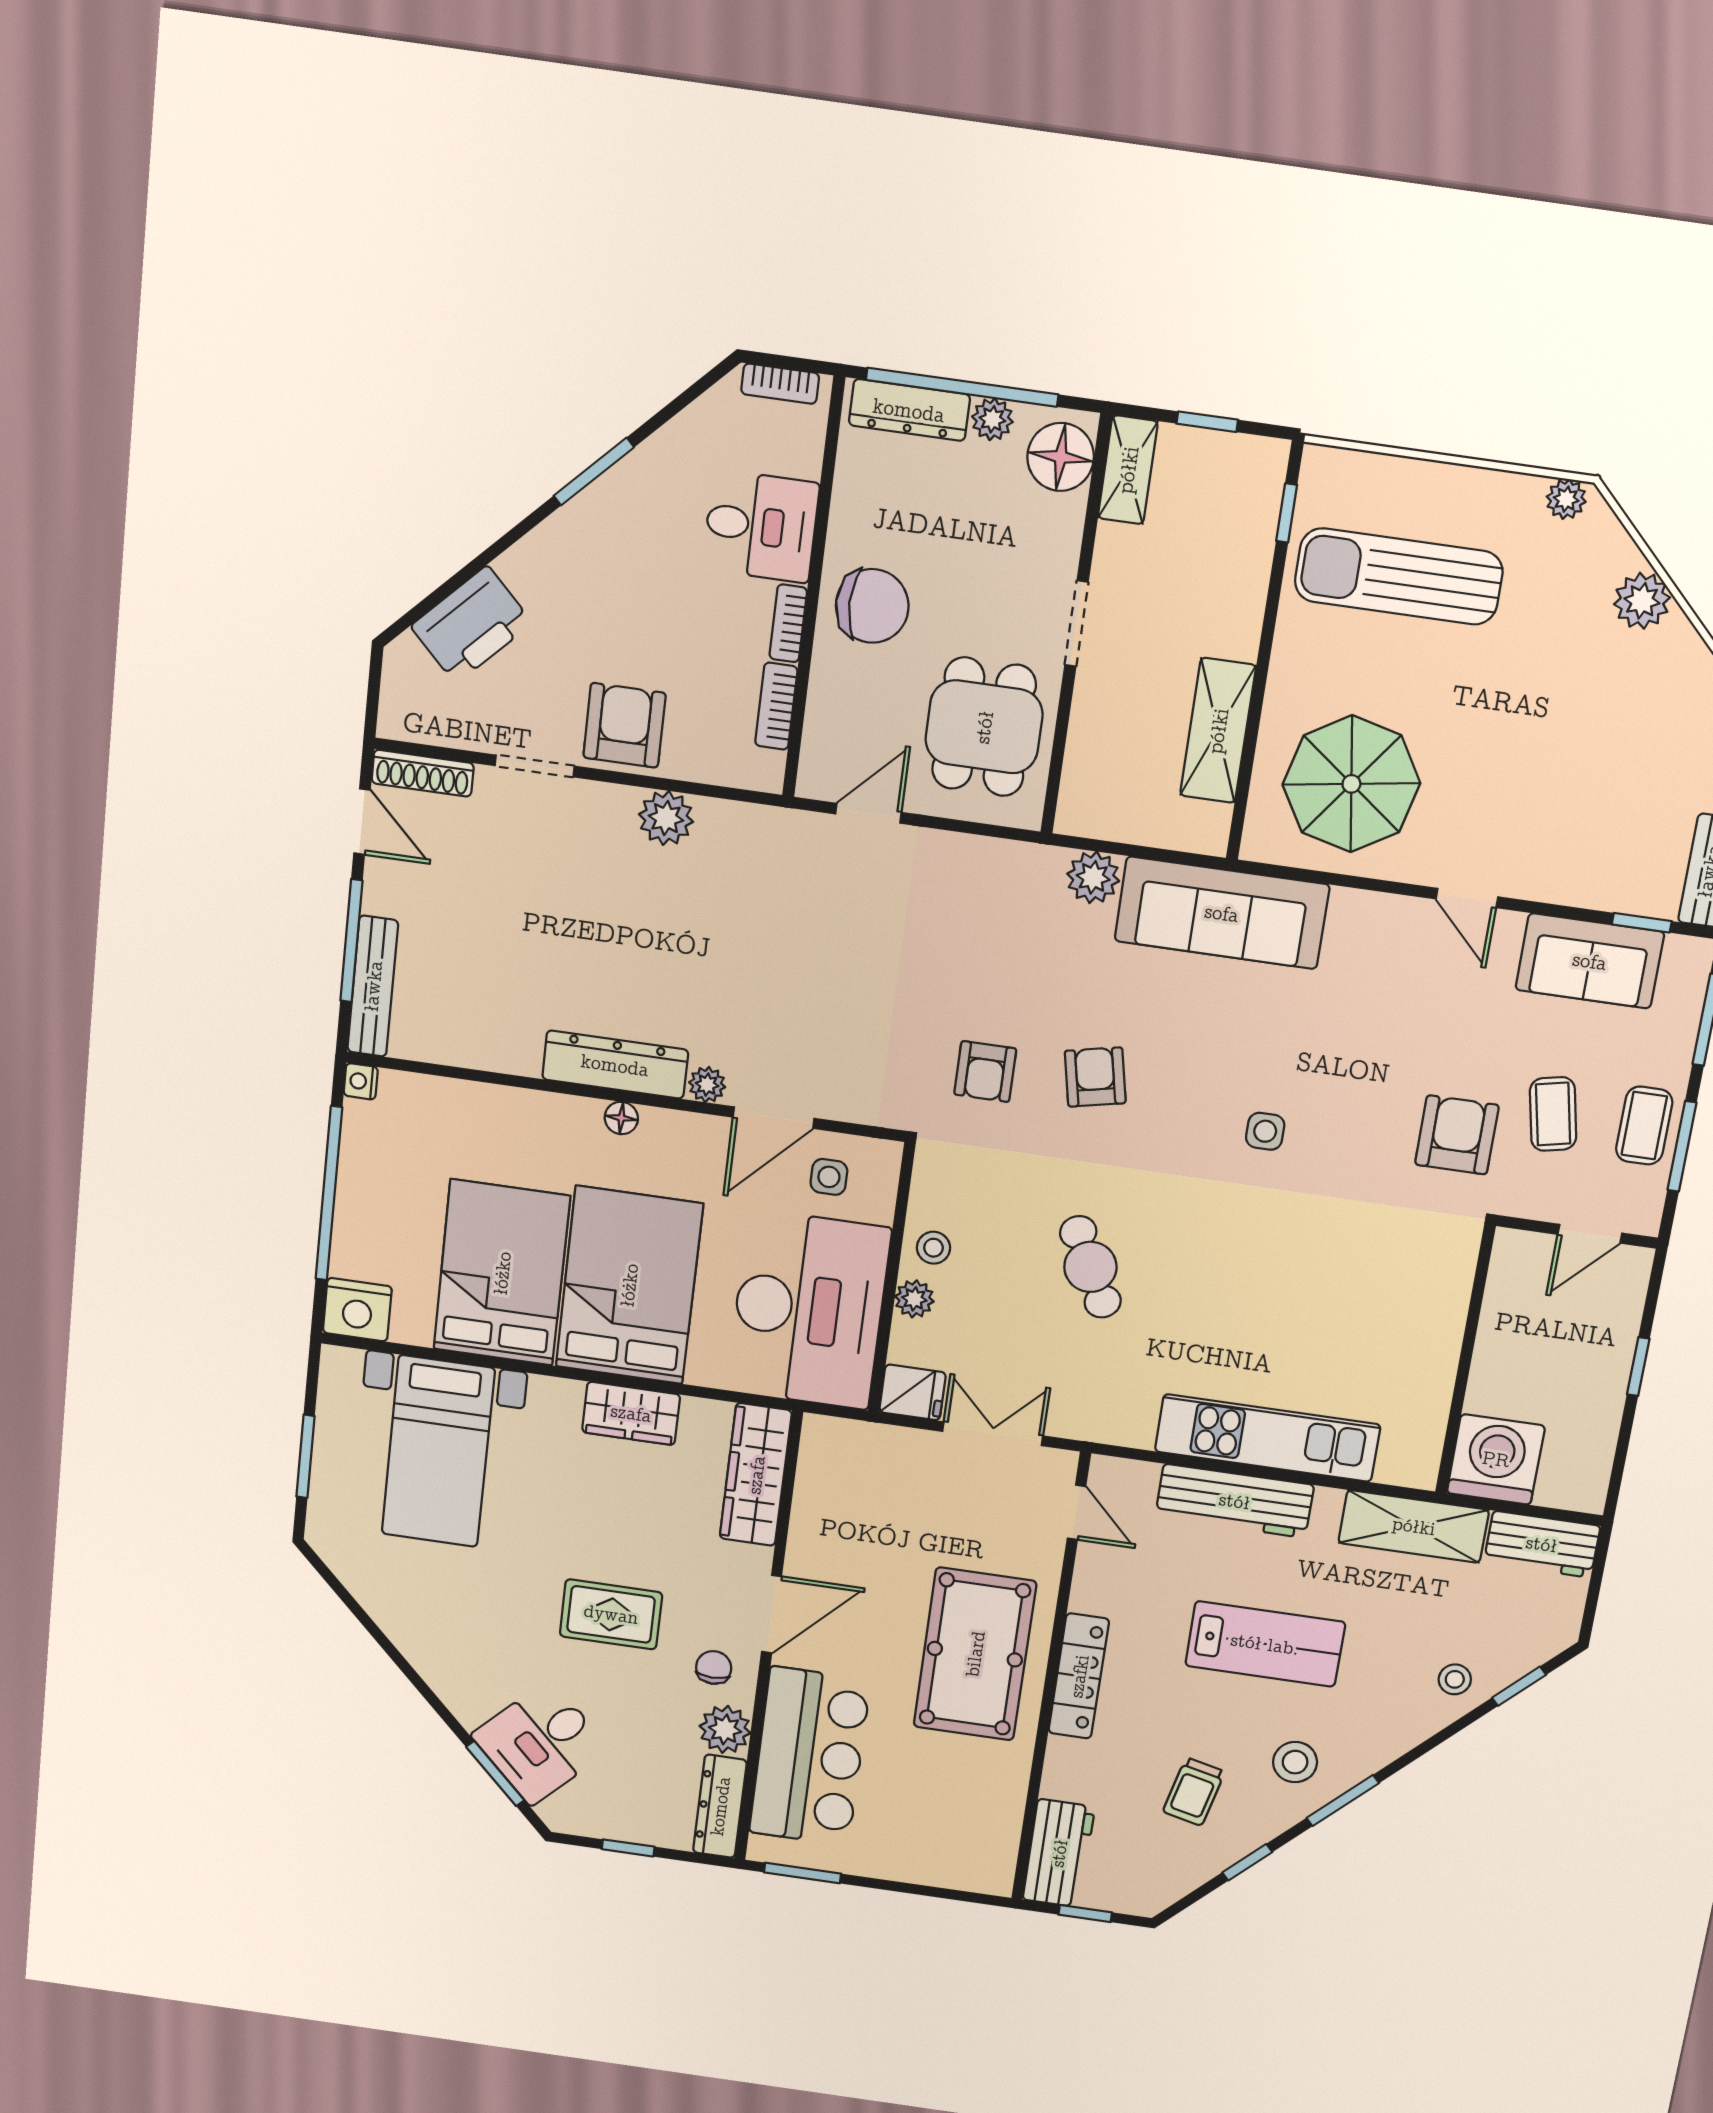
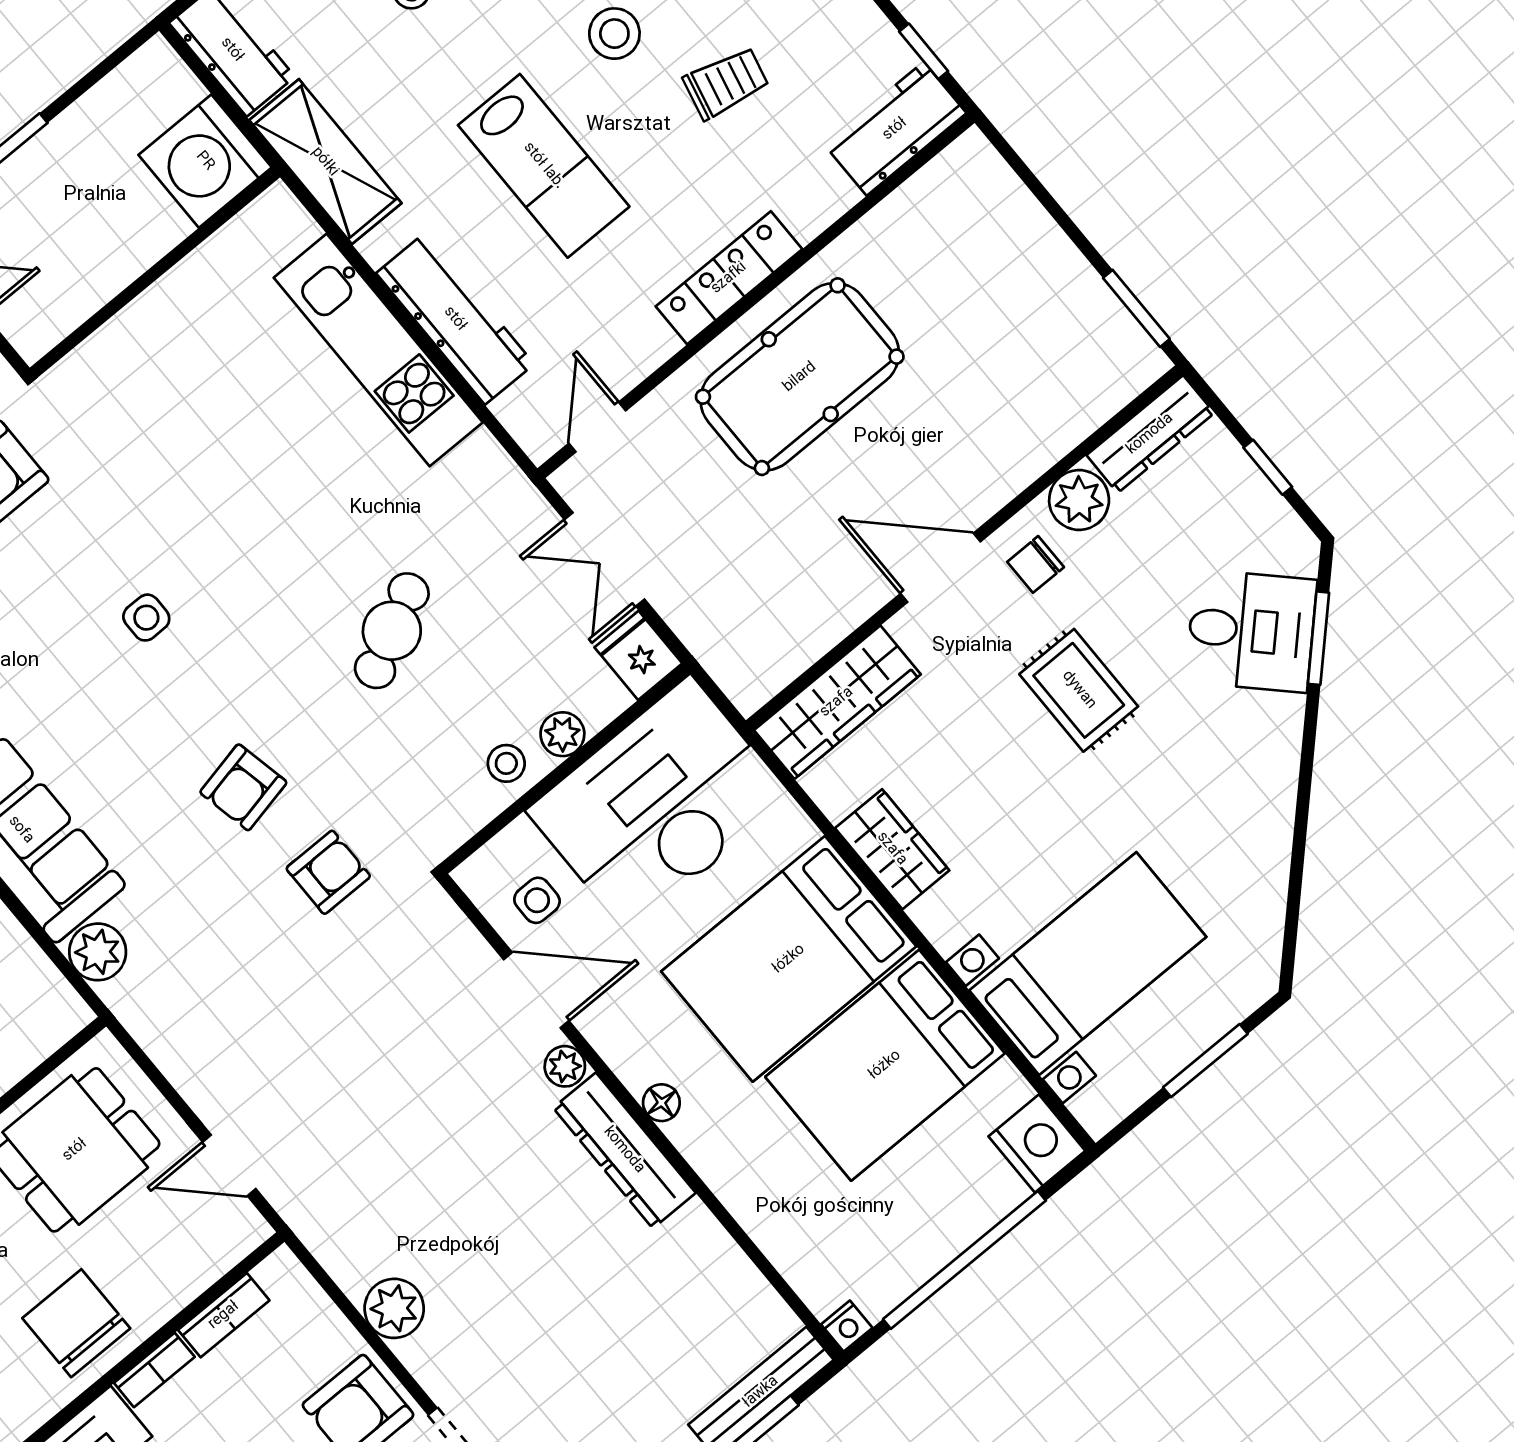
lab bench: (1265, 1644) -> (544, 166), turned 180
bar counter: (810, 1756) -> (1029, 410), removed

